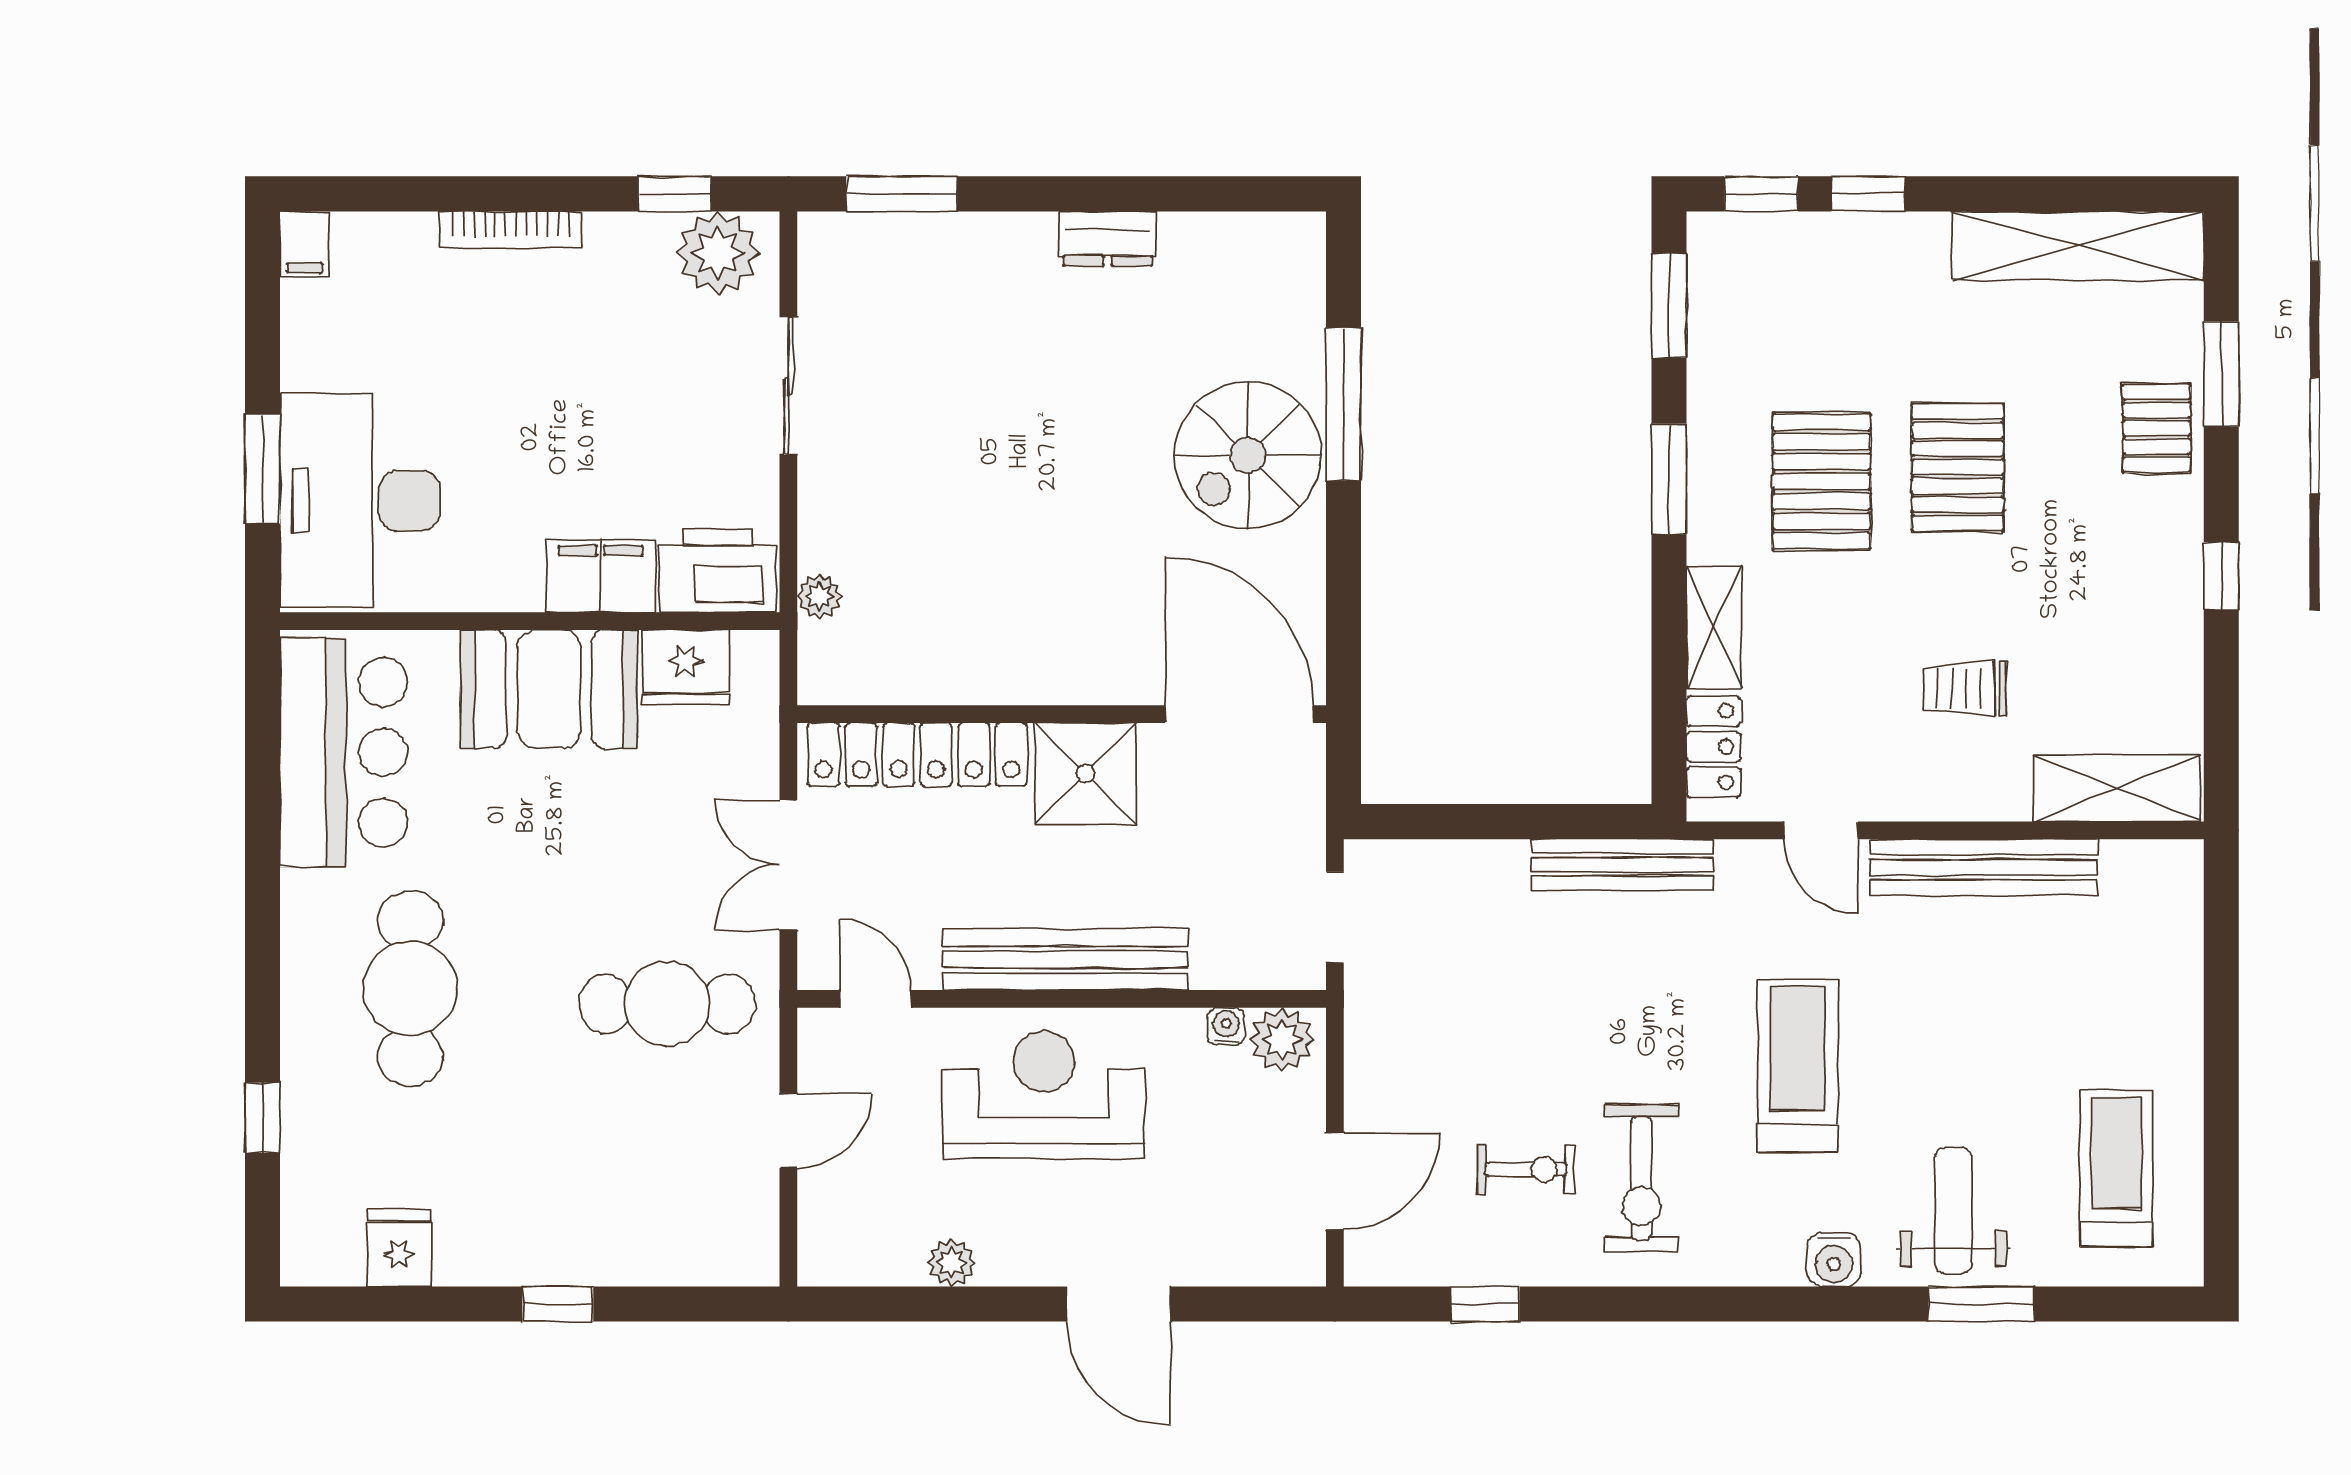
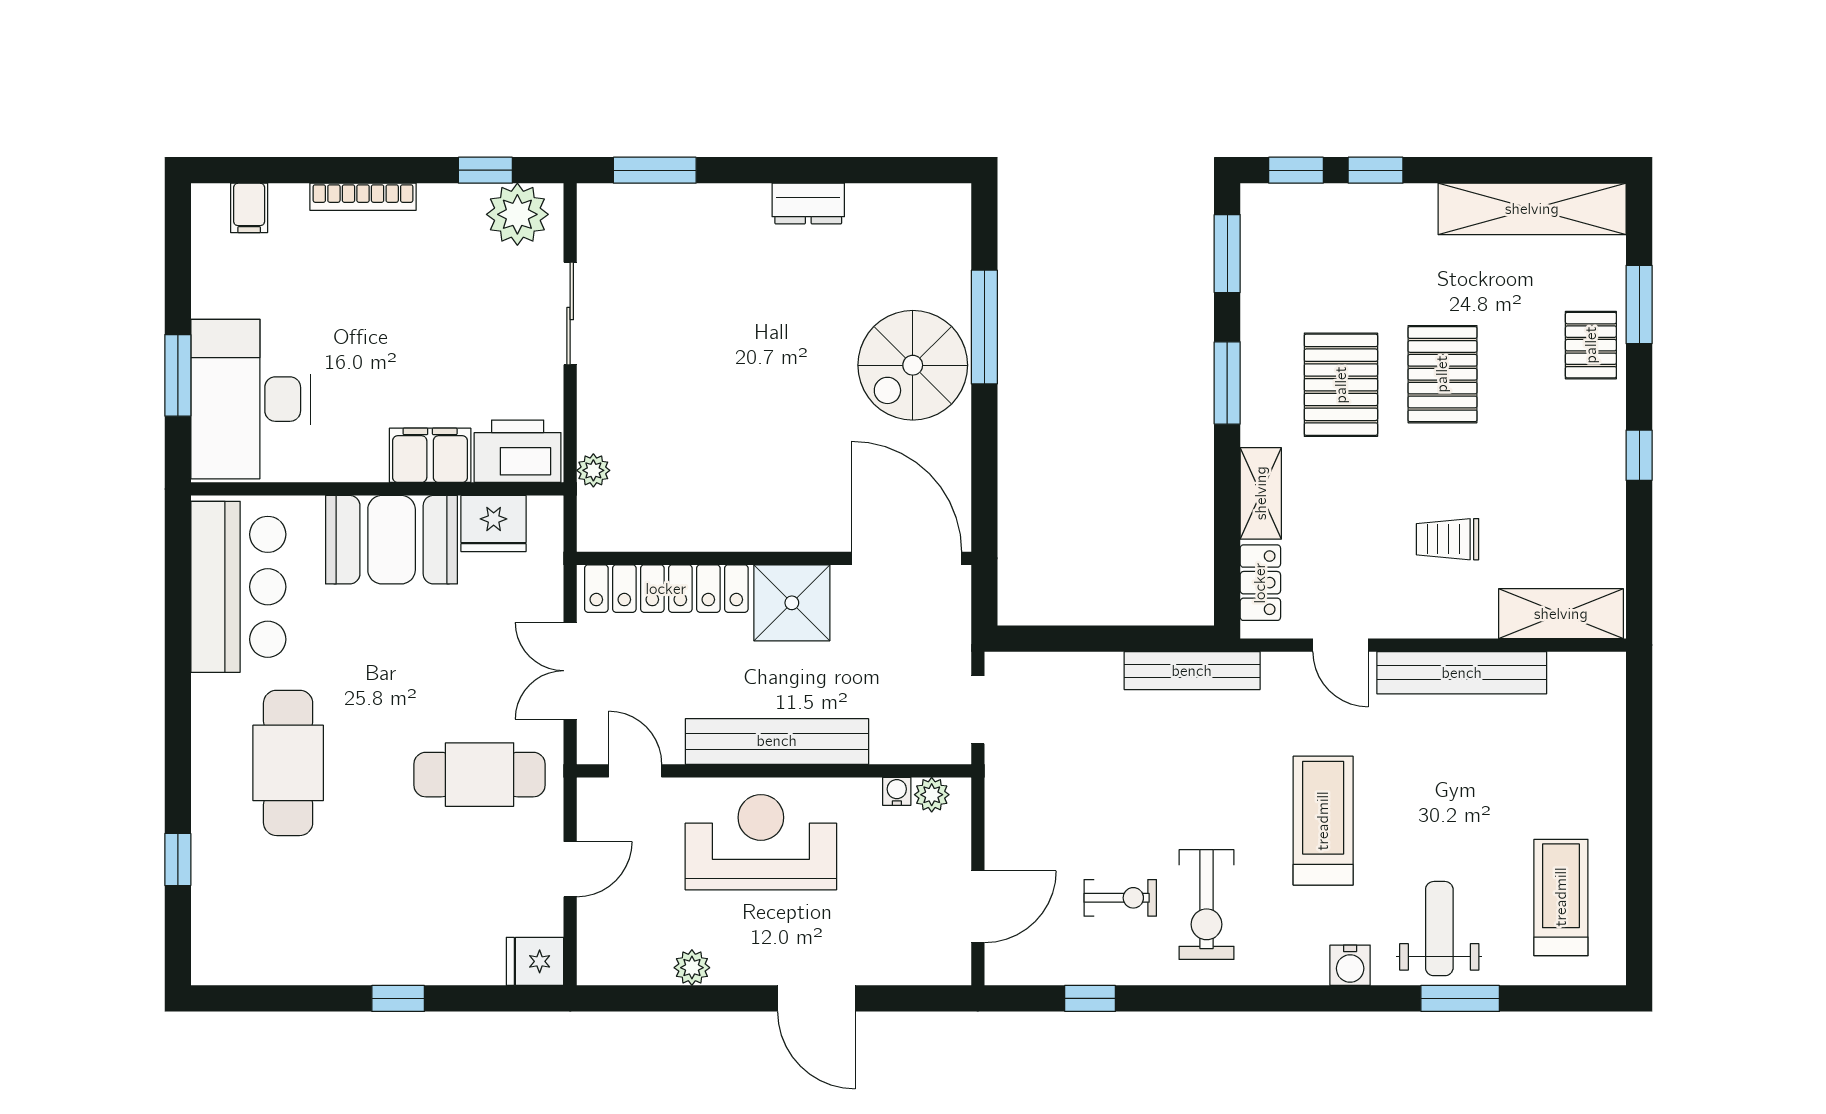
filing cabinet: (305, 244) -> (249, 208), moved
plant: (1282, 1040) -> (932, 795), width x0.73, depth x0.73
fridge: (399, 1248) -> (535, 961), moved, turned -90

